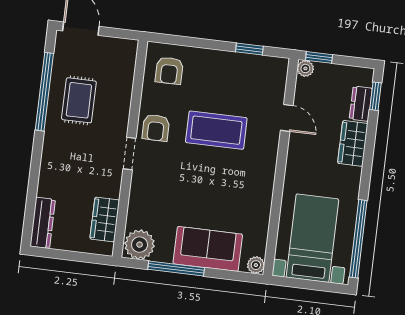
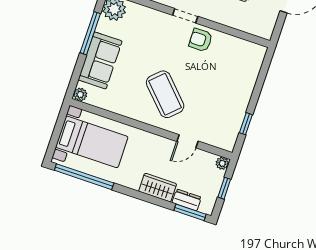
window: (319, 57) -> (224, 188), moved
armchair: (169, 71) -> (242, 59), removed
window: (376, 96) -> (190, 212), width x1.50
coffee table: (216, 130) -> (165, 94), moved, turned -44

